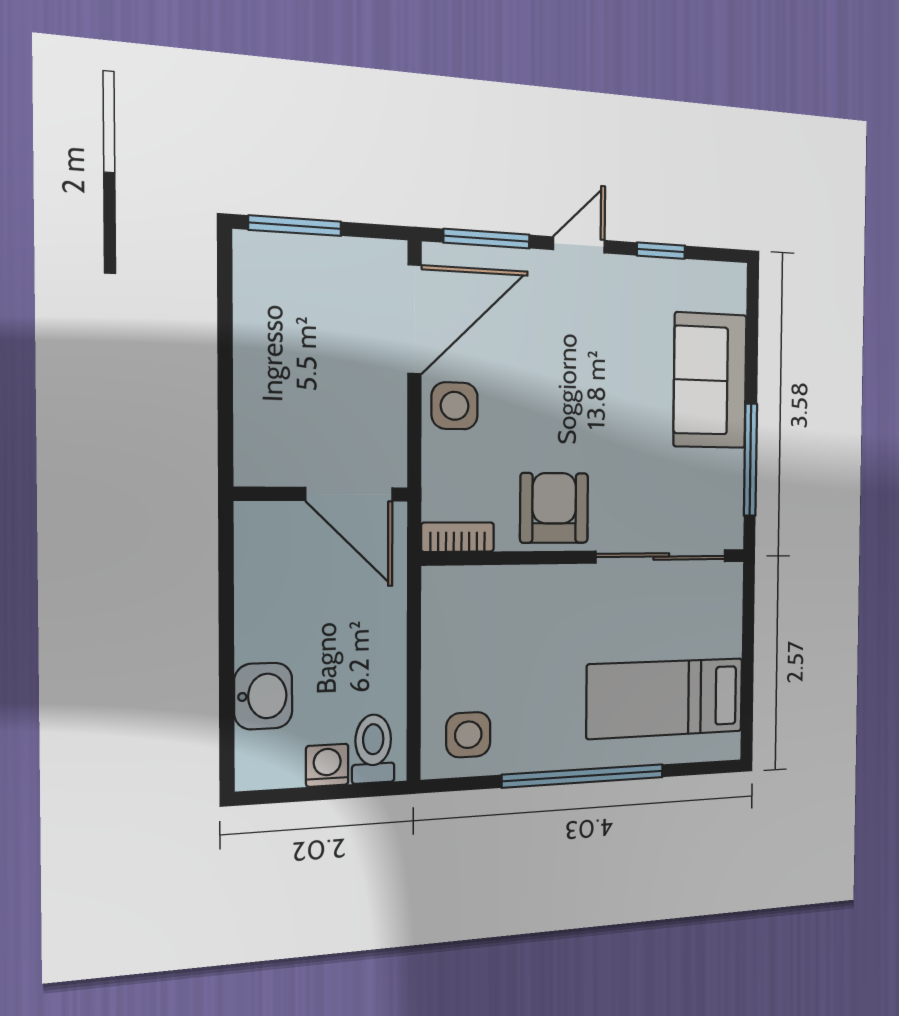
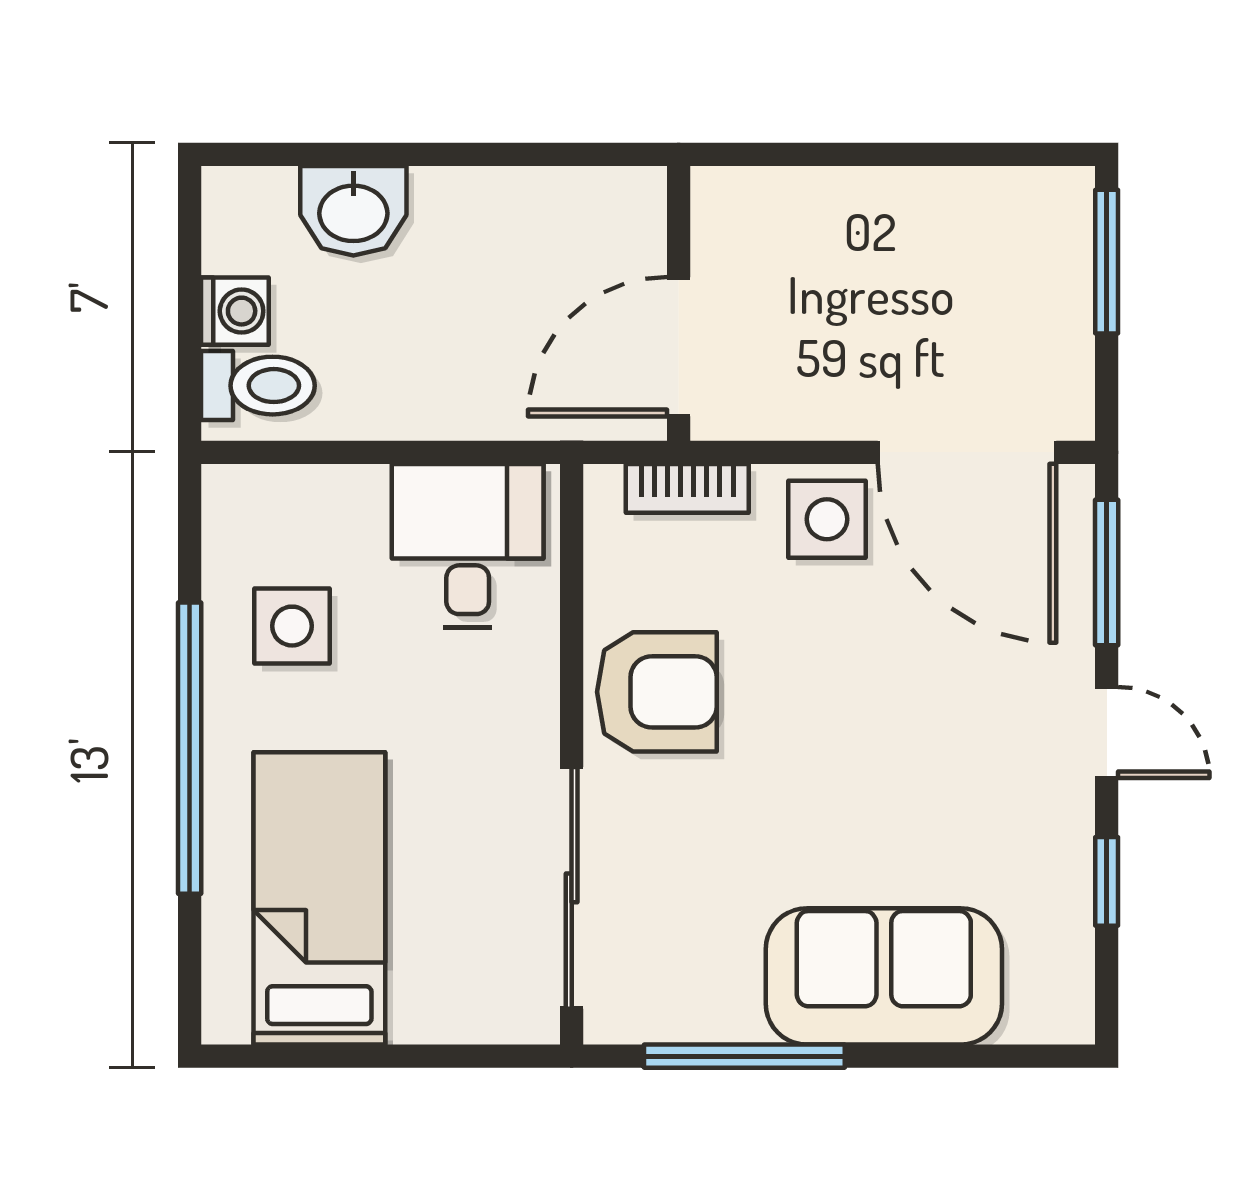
bookcase: (458, 537) -> (687, 488), moved, turned 90
desk: (469, 620) -> (468, 546), added
side table: (468, 735) -> (292, 626), moved

